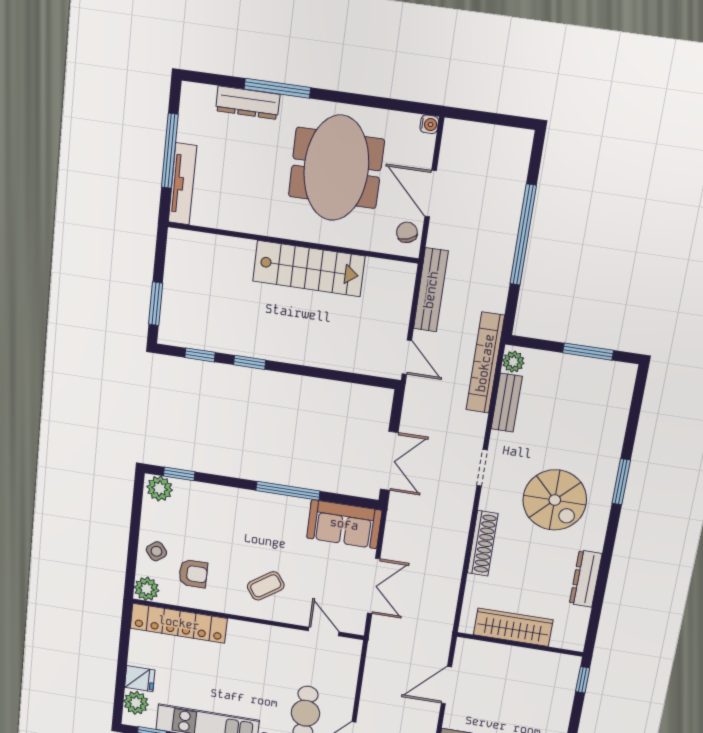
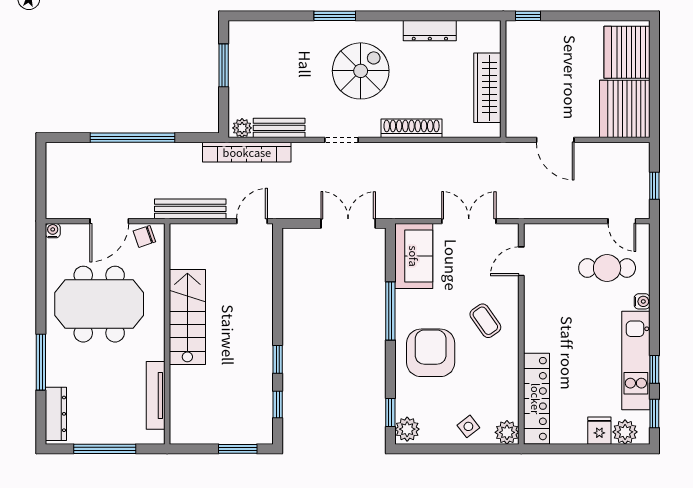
dresser: (248, 103) -> (56, 414), moved
tv unit: (182, 184) -> (156, 395), moved, turned -90
armchair: (193, 574) -> (431, 353), moved, width x1.88, depth x1.88

